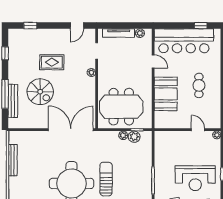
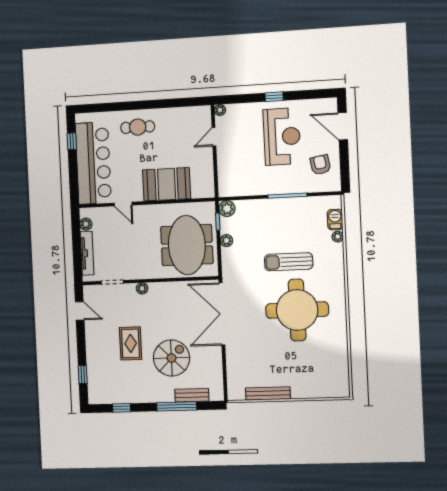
door: (153, 61) -> (123, 204), swing flipped
cafe table: (199, 85) -> (138, 127), moved
bench: (13, 101) -> (192, 395), width x0.73
plant: (134, 137) -> (227, 209), moved

